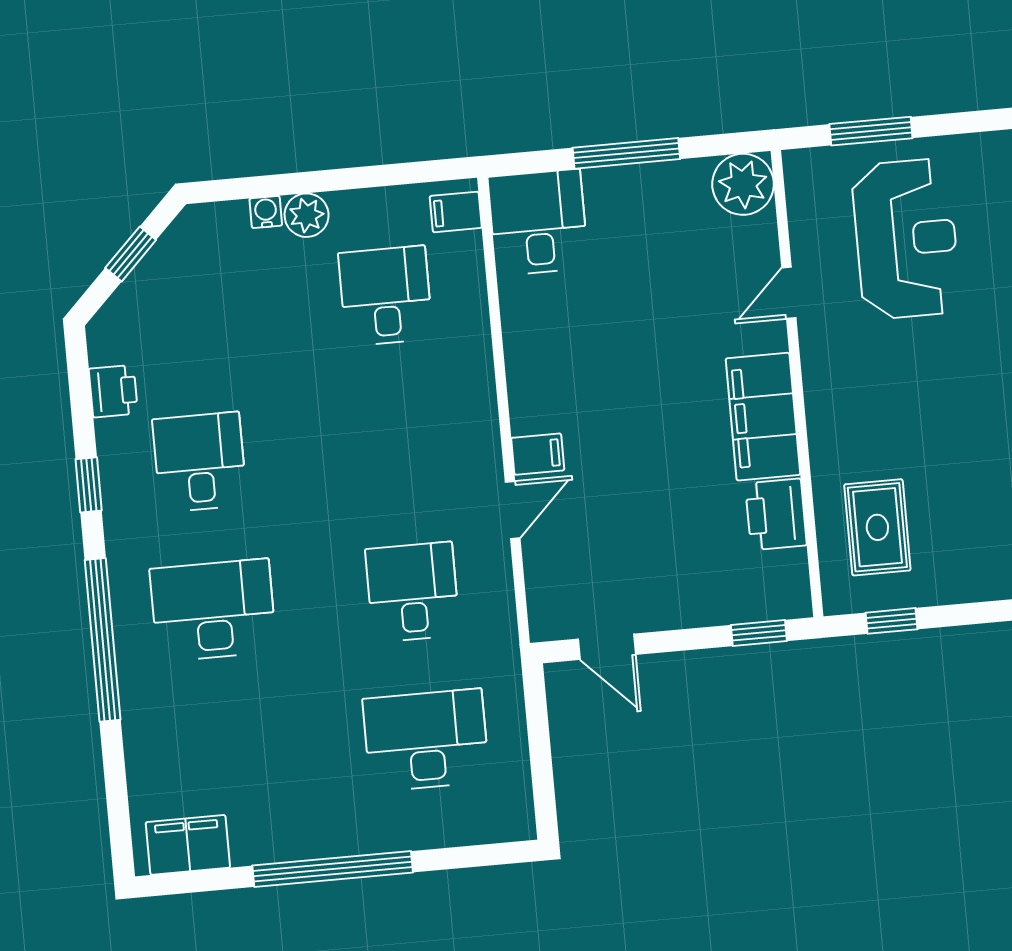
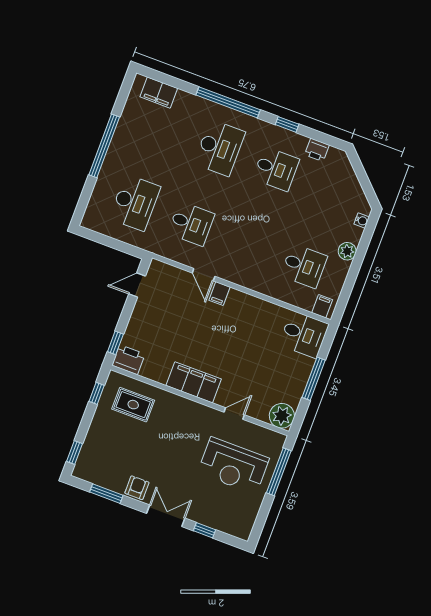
window: (871, 131) -> (279, 472), width x1.44
water cooler: (266, 212) -> (362, 220), moved
window: (131, 254) -> (364, 180), removed
door: (789, 293) -> (234, 413), hinge flipped
printer: (776, 514) -> (128, 360), moved
filing cabinet: (188, 845) -> (159, 93), moved, turned 90

